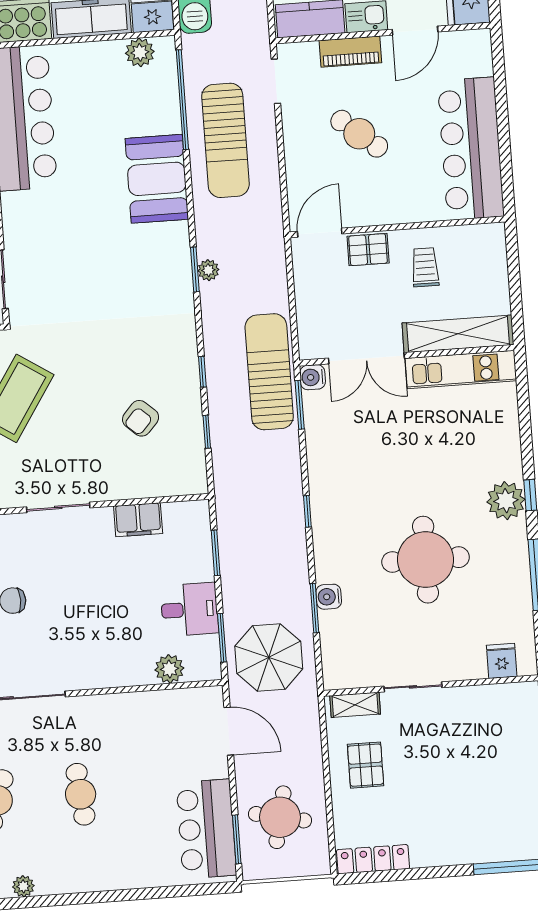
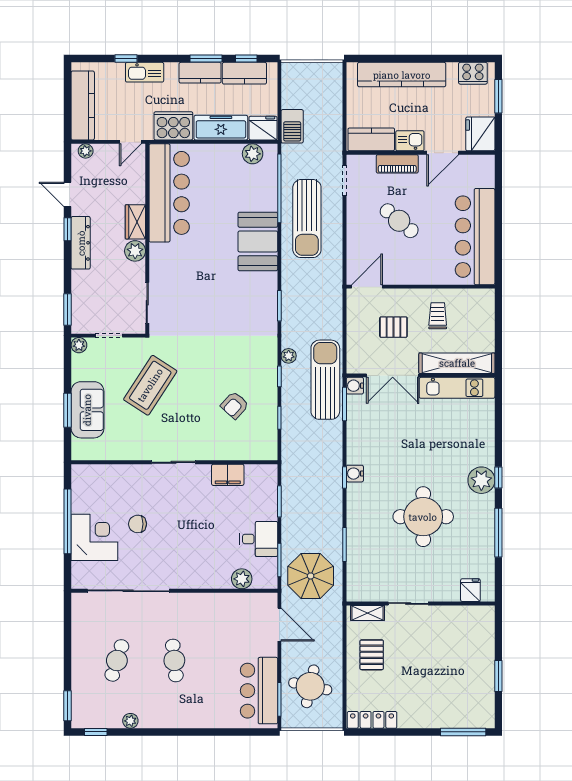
pallet: (368, 250) -> (393, 327), moved
plant: (208, 270) -> (289, 356), moved
water cooler: (329, 597) -> (355, 474), moved

